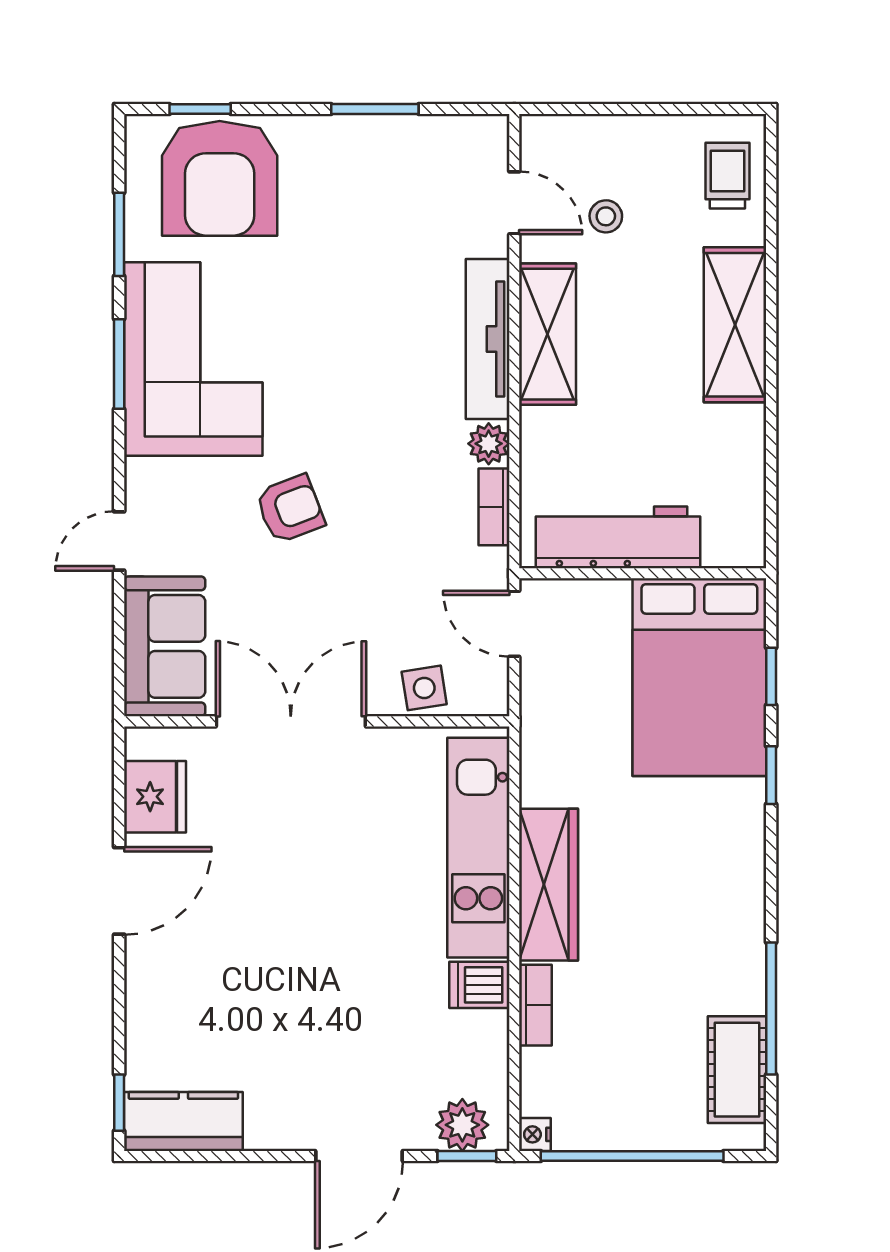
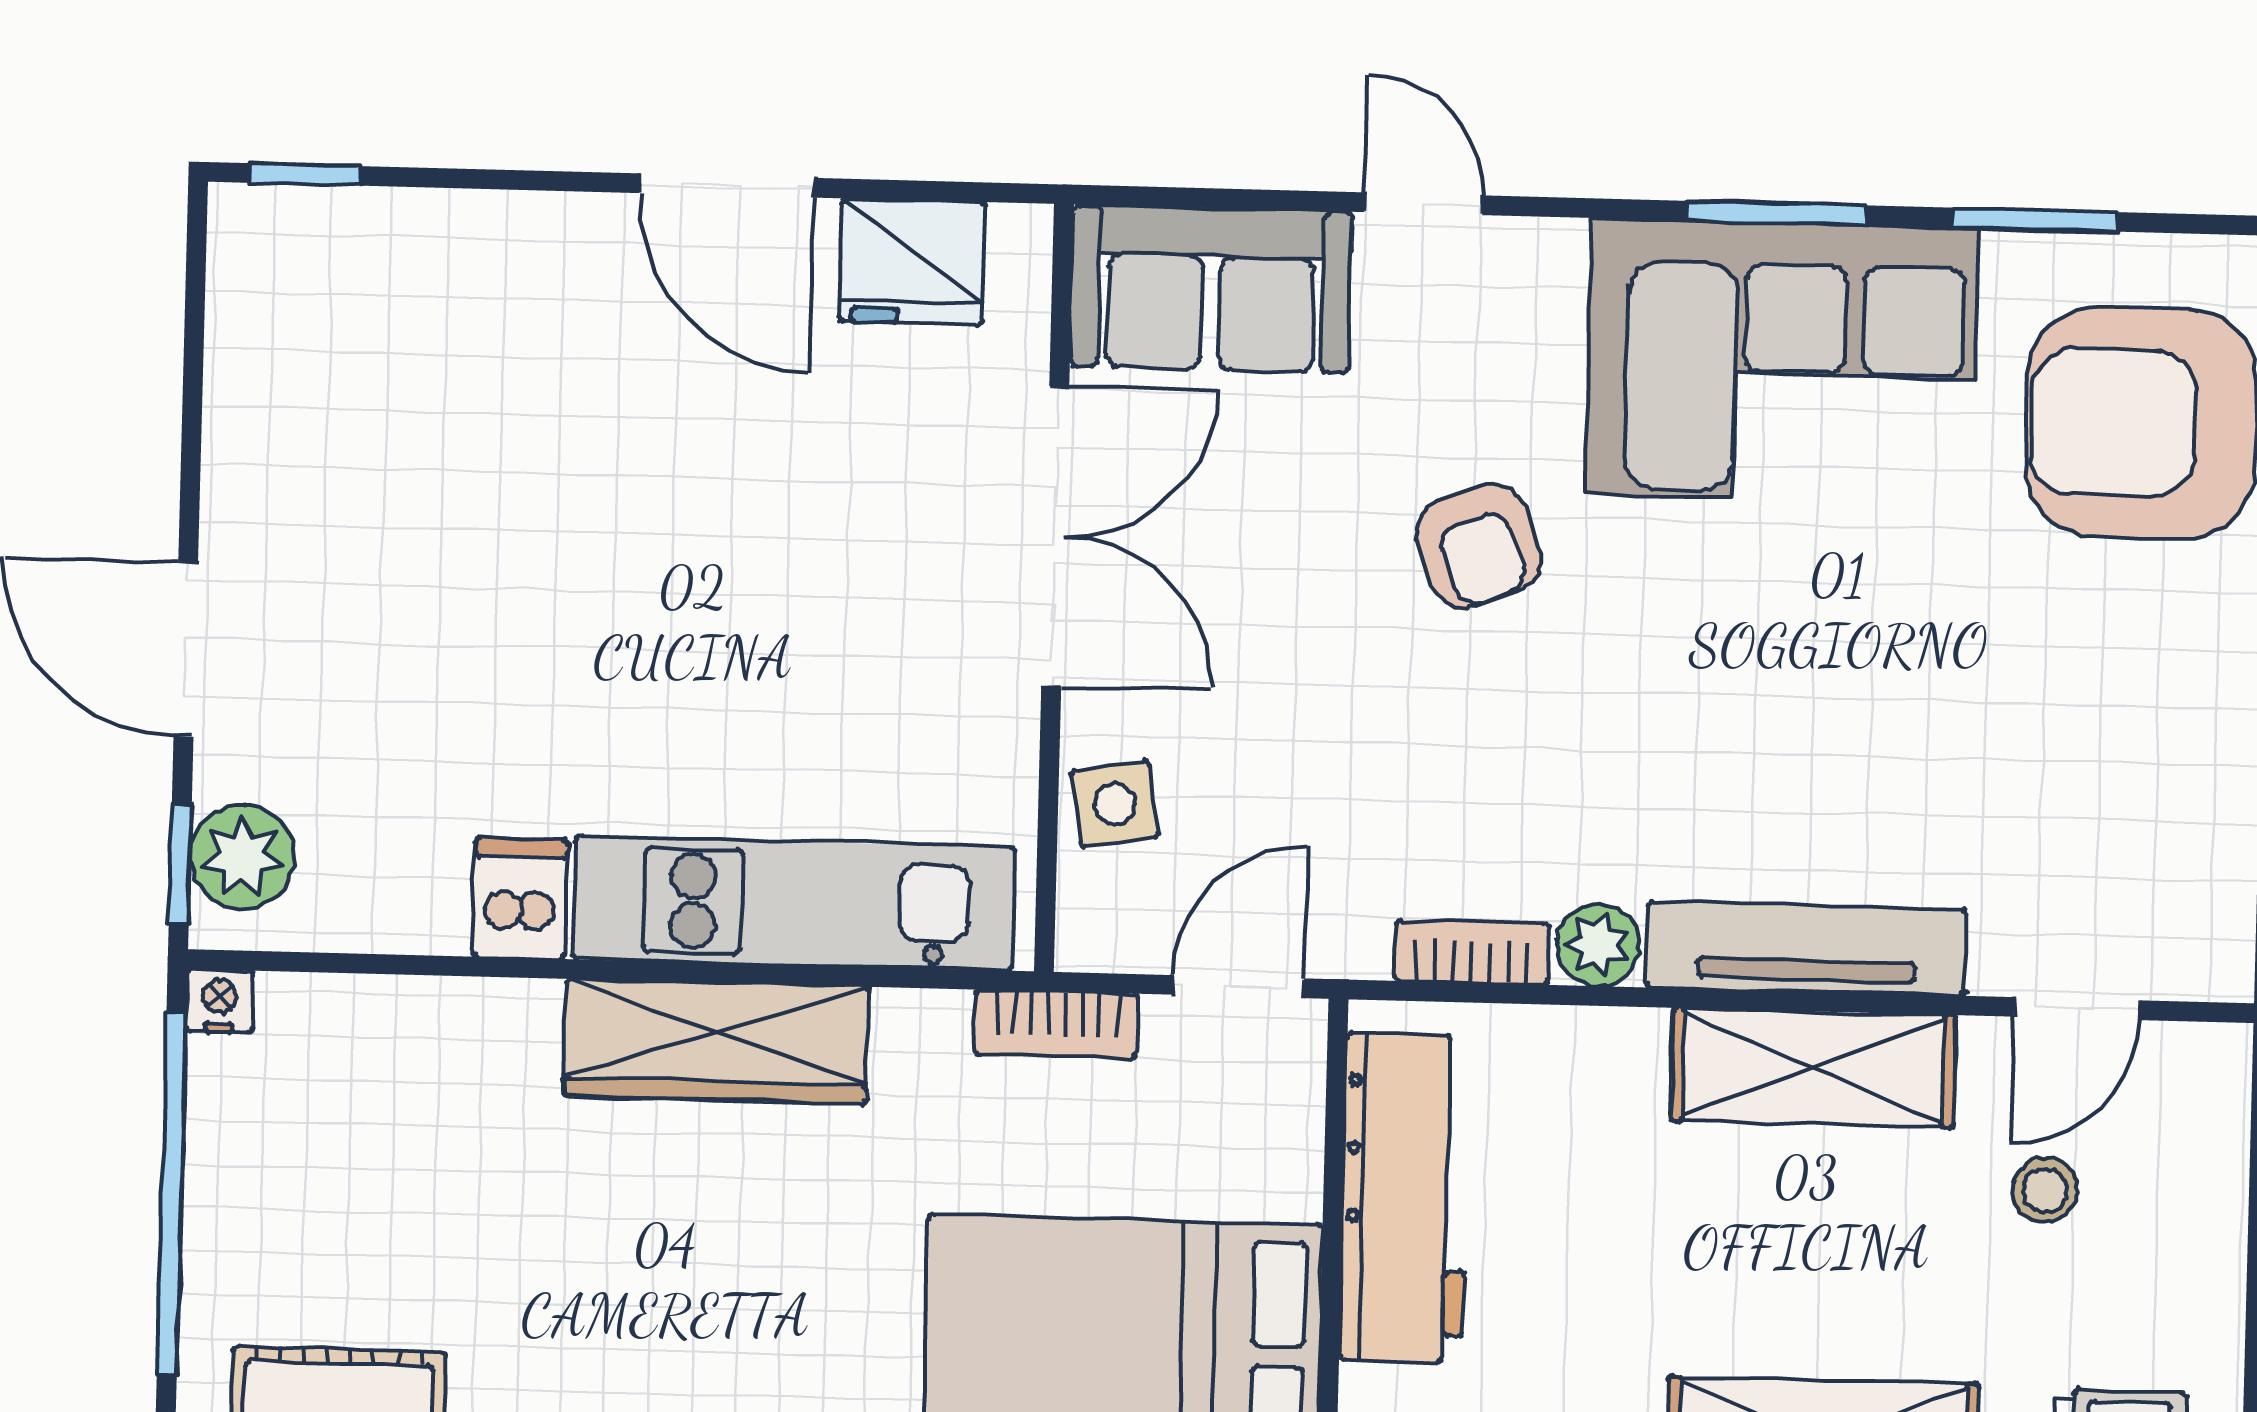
bookcase: (535, 1005) -> (1056, 1024), moved
kitchen counter: (183, 1121) -> (264, 301), removed

